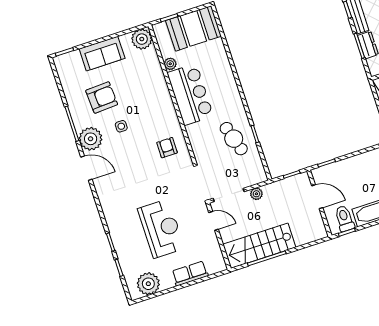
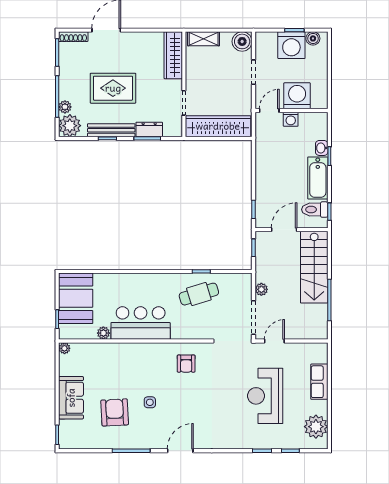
plant: (142, 39) -> (64, 348), width x0.53, depth x0.53
plant: (91, 139) -> (152, 437), removed
armchair: (167, 148) -> (186, 364), turned -90
reception desk: (161, 229) -> (265, 396), turned -90
stairs: (259, 246) -> (314, 267), moved

